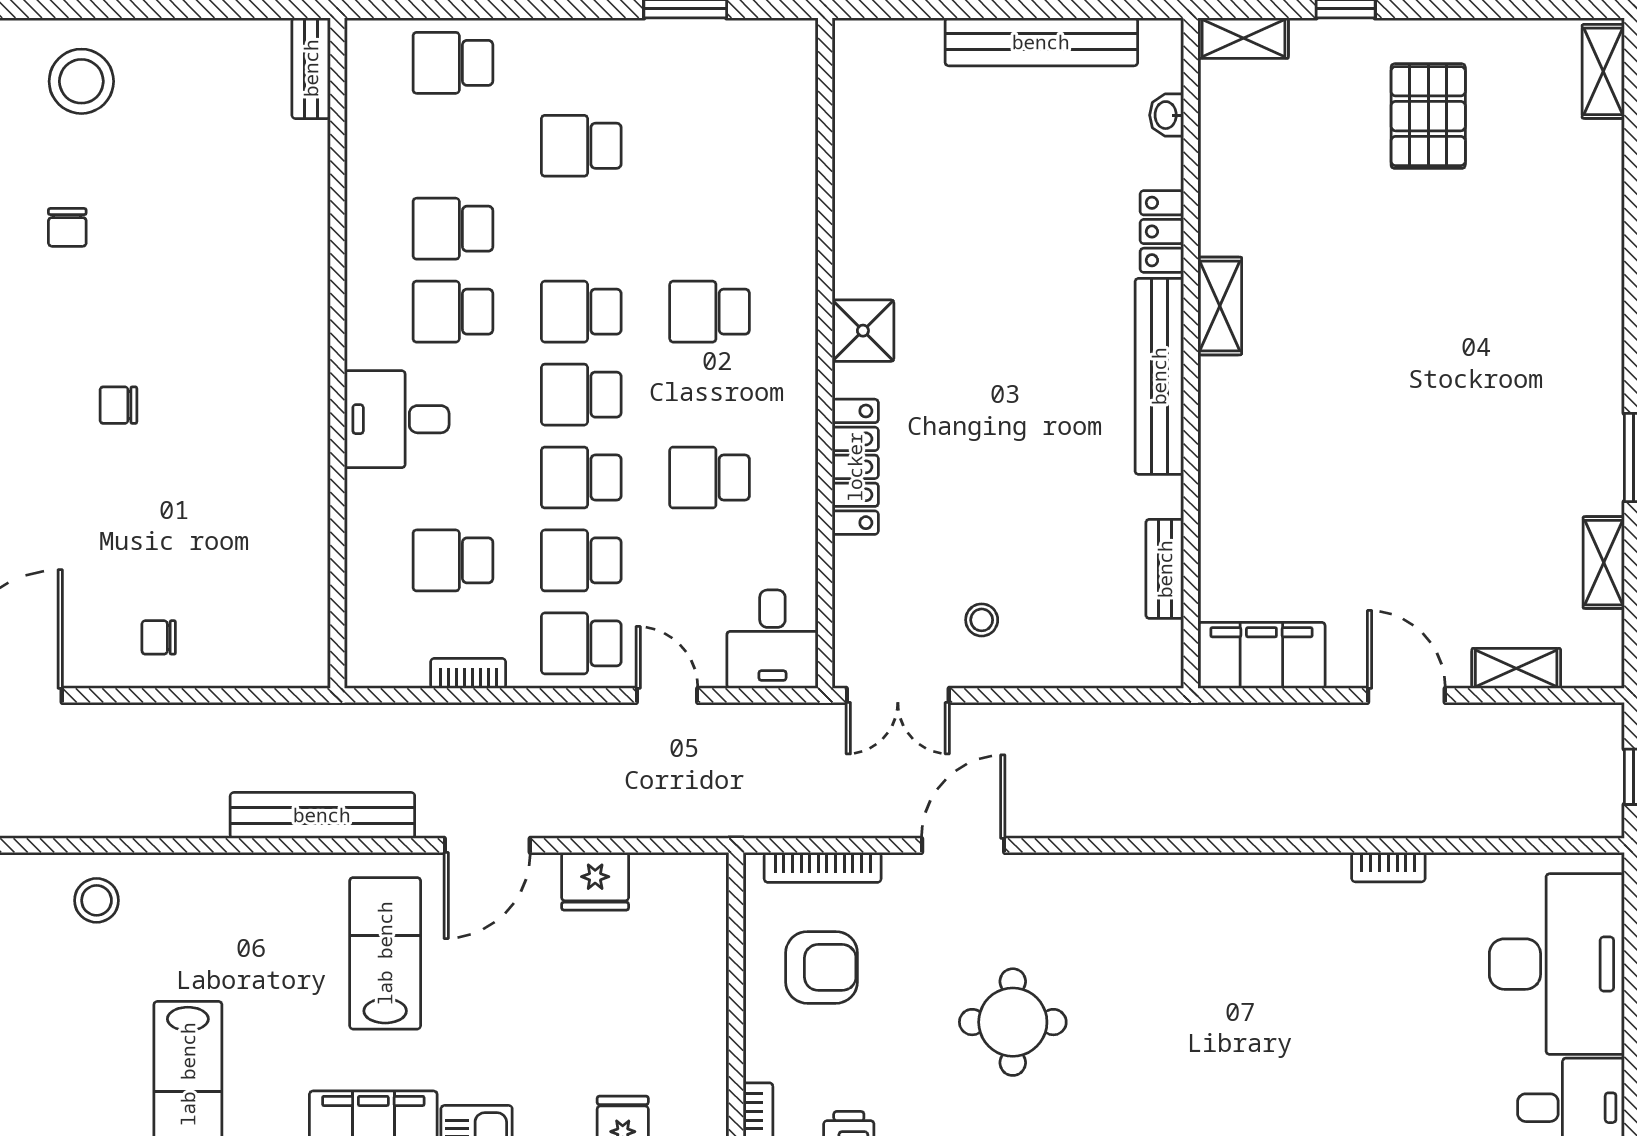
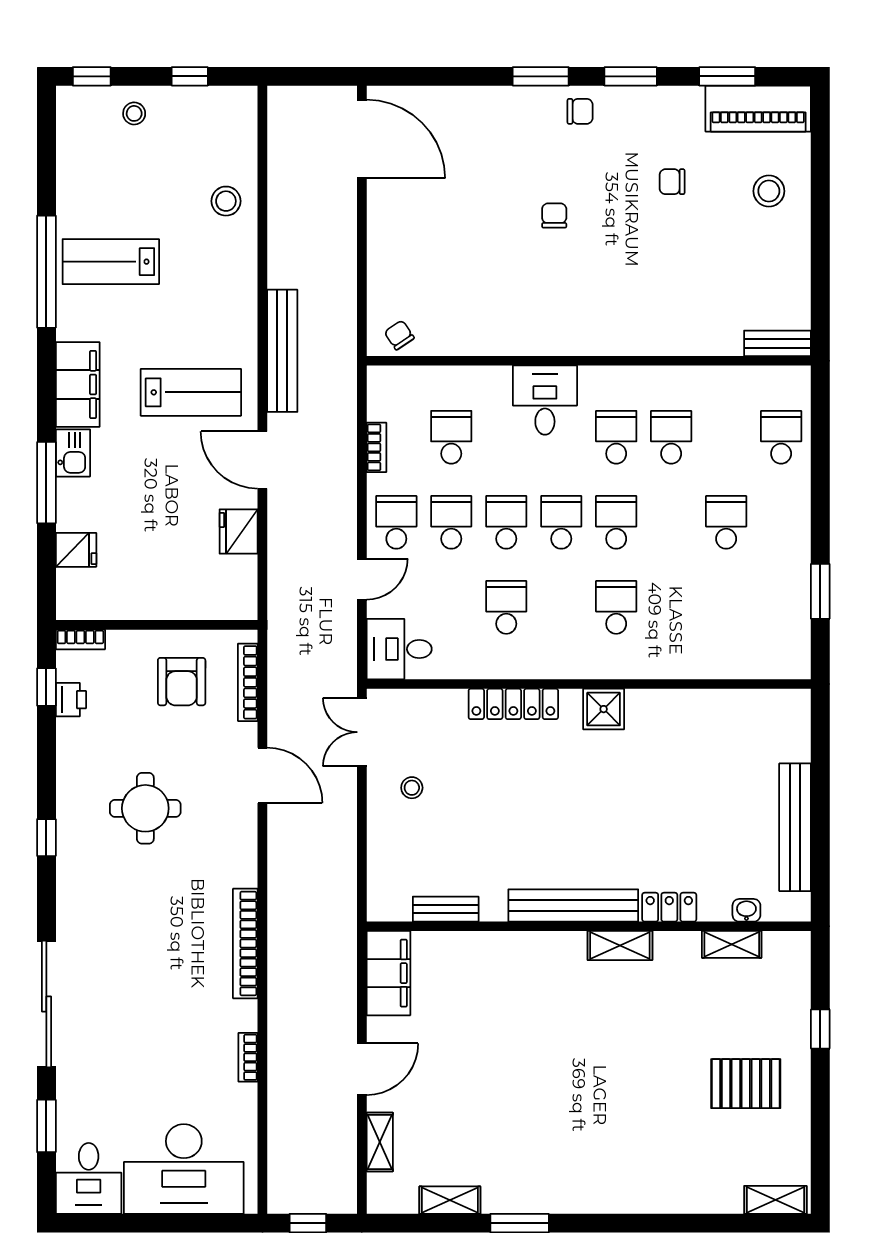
shelving: (1243, 38) -> (732, 944), moved, turned 90
stool: (81, 81) -> (769, 191), width x0.73, depth x0.73
chair: (159, 637) -> (399, 335), moved, turned -34
bookcase: (1217, 871) -> (245, 943), added

